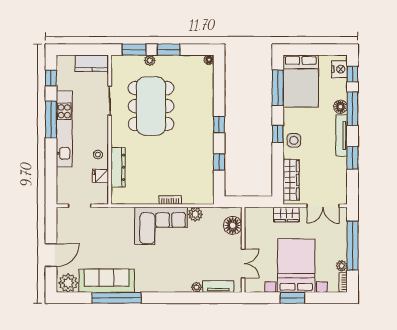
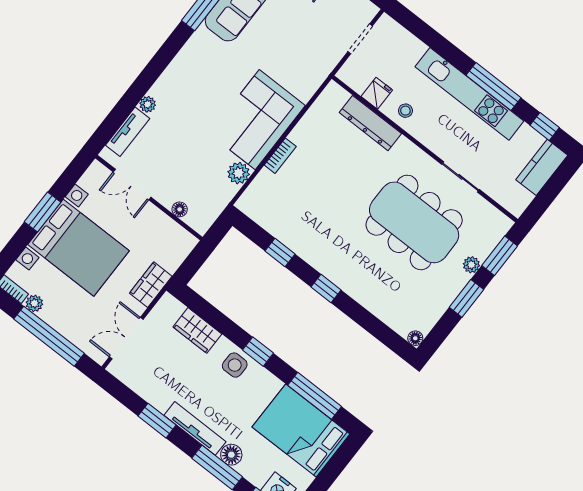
kitchen counter: (92, 63) -> (542, 167), moved
wardrobe: (291, 180) -> (197, 330), width x0.67
floor lamp: (233, 225) -> (180, 209), width x0.53, depth x0.53

